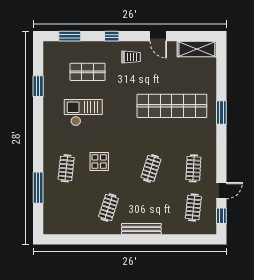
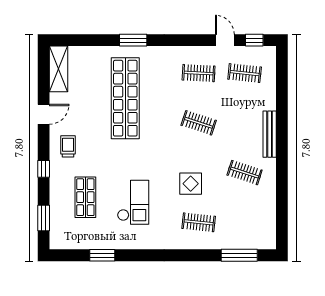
checkout: (83, 113) -> (133, 202), turned 180
window: (38, 188) -> (239, 255), moved

